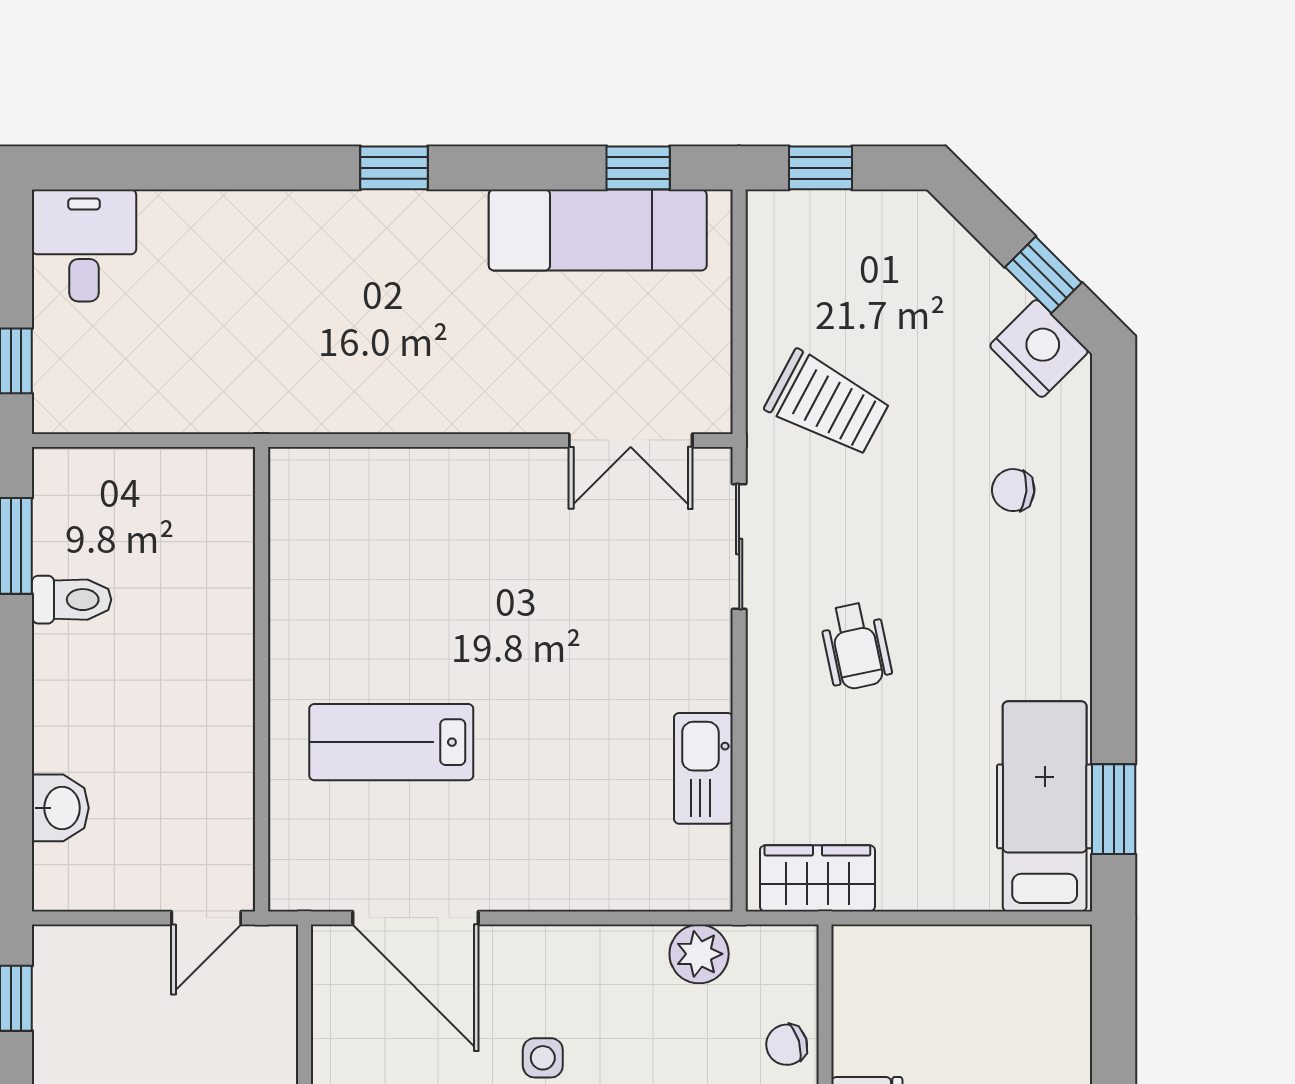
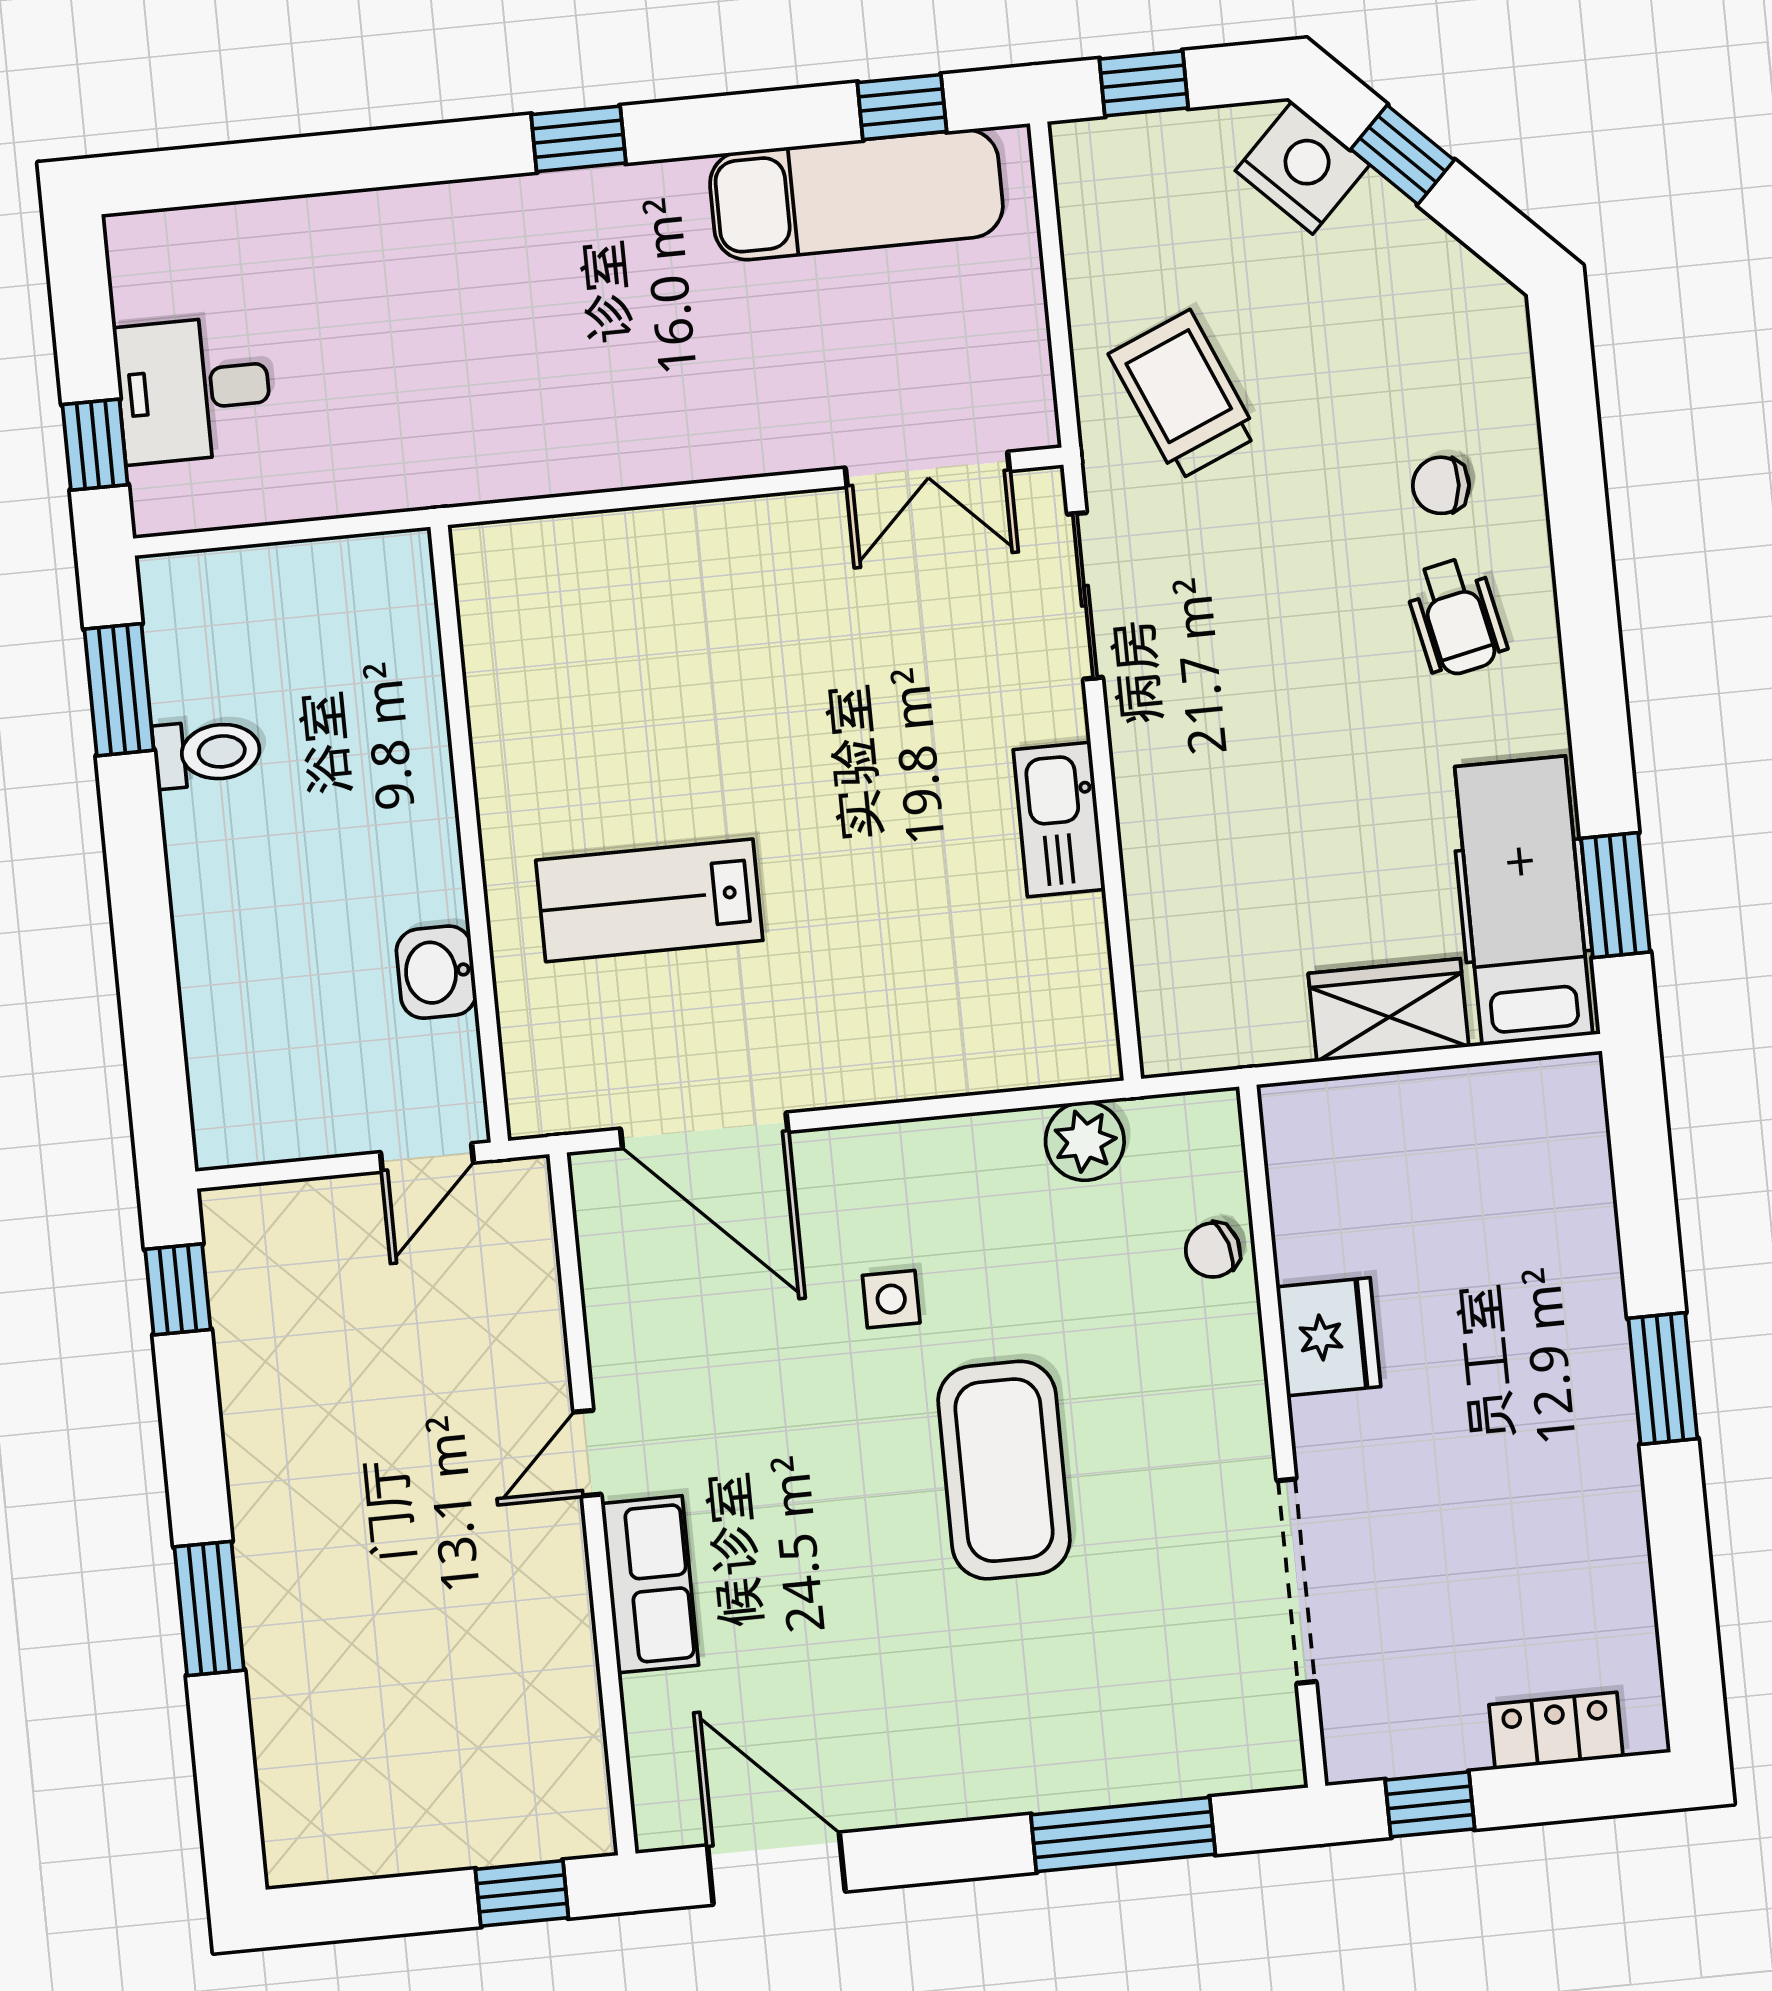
desk: (84, 245) -> (193, 389), moved, turned -90
window: (1043, 275) -> (1403, 155), moved
nightstand: (1039, 349) -> (1302, 168), moved
trolley: (828, 404) -> (1184, 395), turned -141
wheelchair: (856, 646) -> (1456, 617), moved
kitchen sink: (703, 768) -> (1059, 819), moved
washbasin: (60, 808) -> (436, 972), moved, turned 180
wardrobe: (817, 878) -> (1388, 1010), moved

